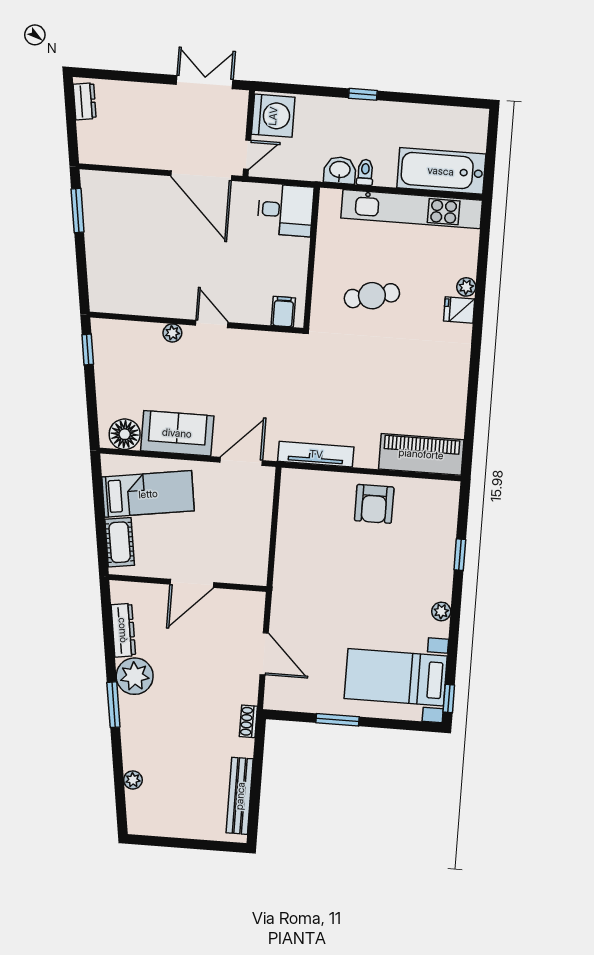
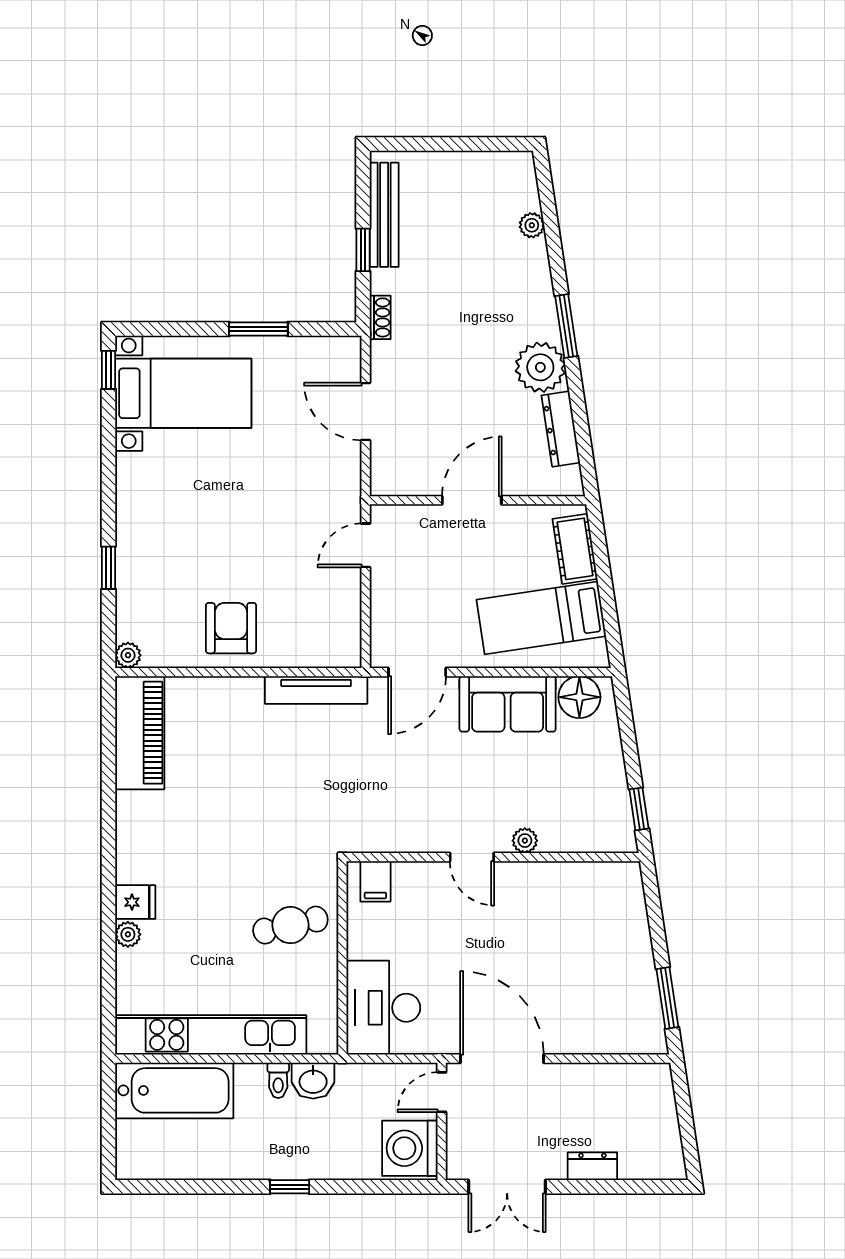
dresser: (85, 101) -> (592, 1166), moved, turned 99
desk: (285, 210) -> (383, 1008), width x1.37
cafe table: (372, 296) -> (290, 925), moved
piano: (421, 454) -> (140, 733), moved, turned -90
door: (272, 556) -> (366, 545), added
plant: (441, 611) -> (128, 655), moved
window: (257, 771) -> (363, 250), added

